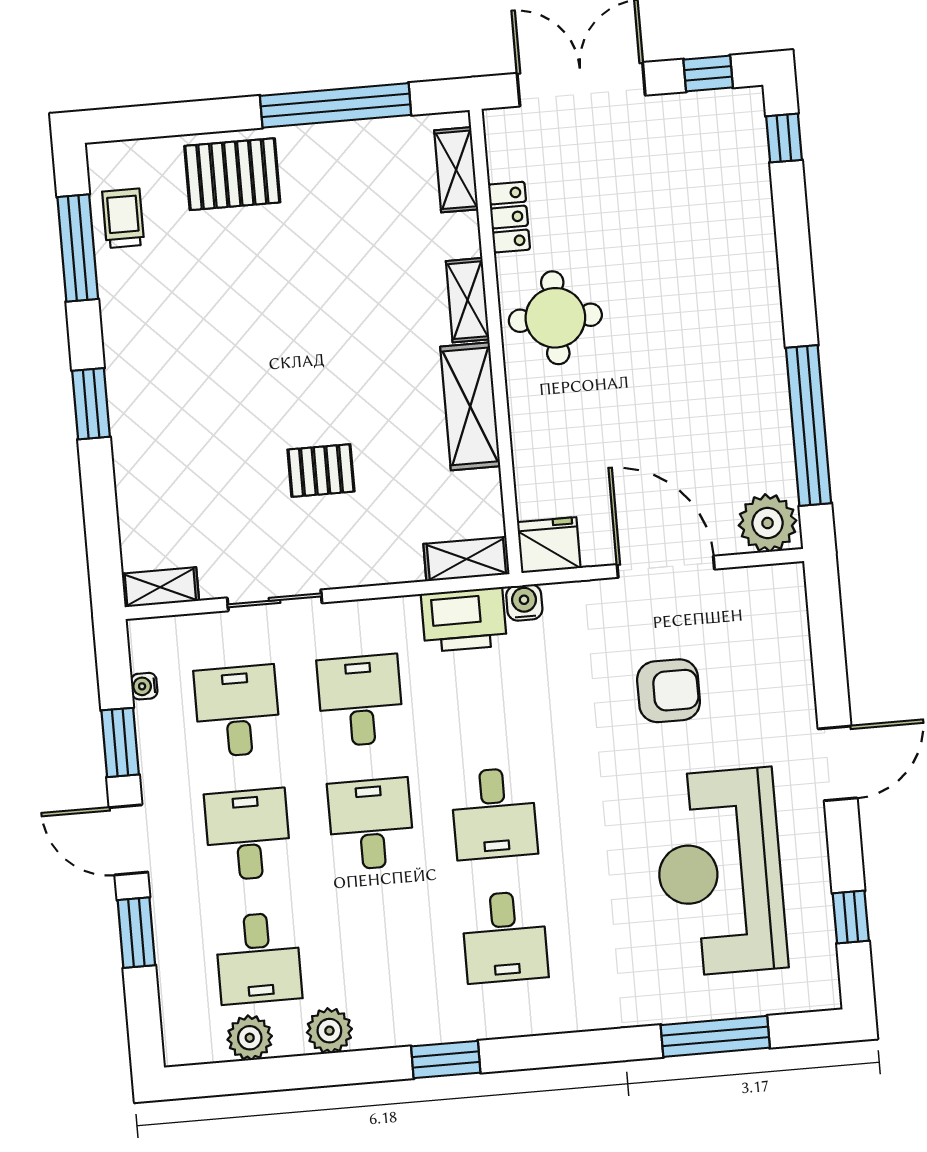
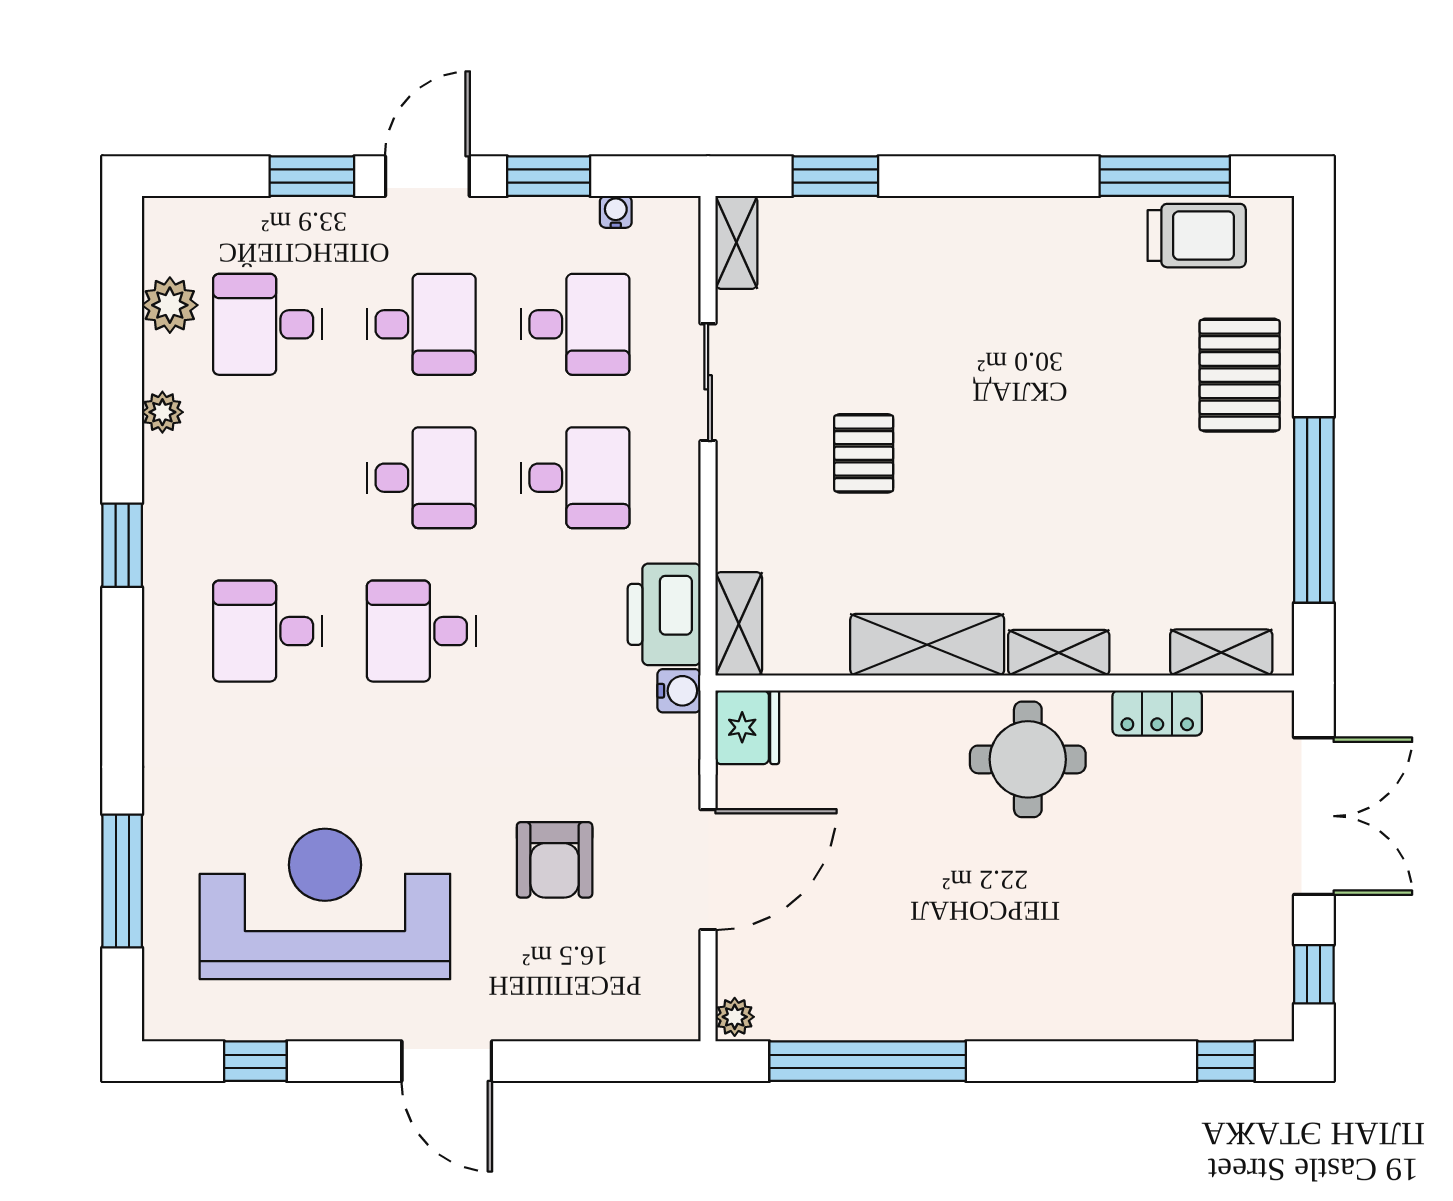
trolley: (123, 218) -> (1197, 236), width x1.36, depth x1.39
window: (91, 404) -> (835, 176), moved
plant: (768, 523) -> (735, 1017), width x0.53, depth x0.53
plant: (329, 1031) -> (162, 412), width x0.73, depth x0.73

